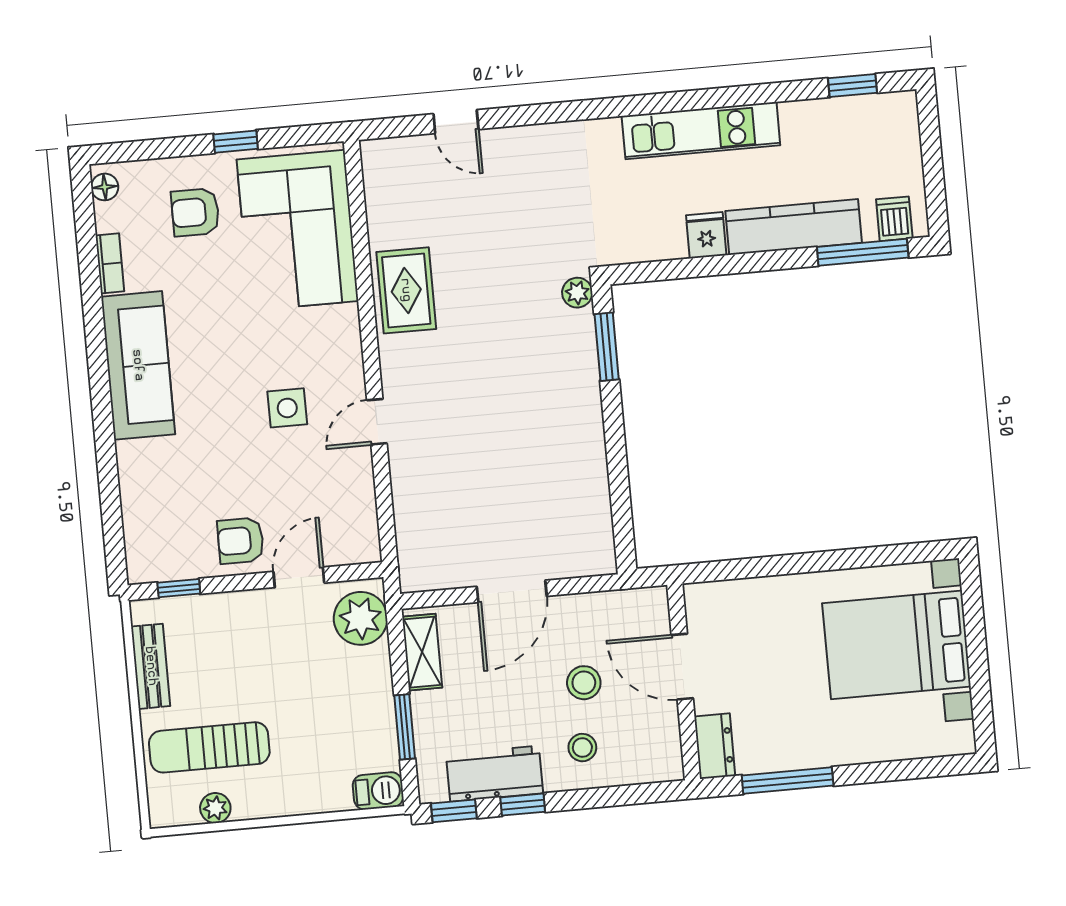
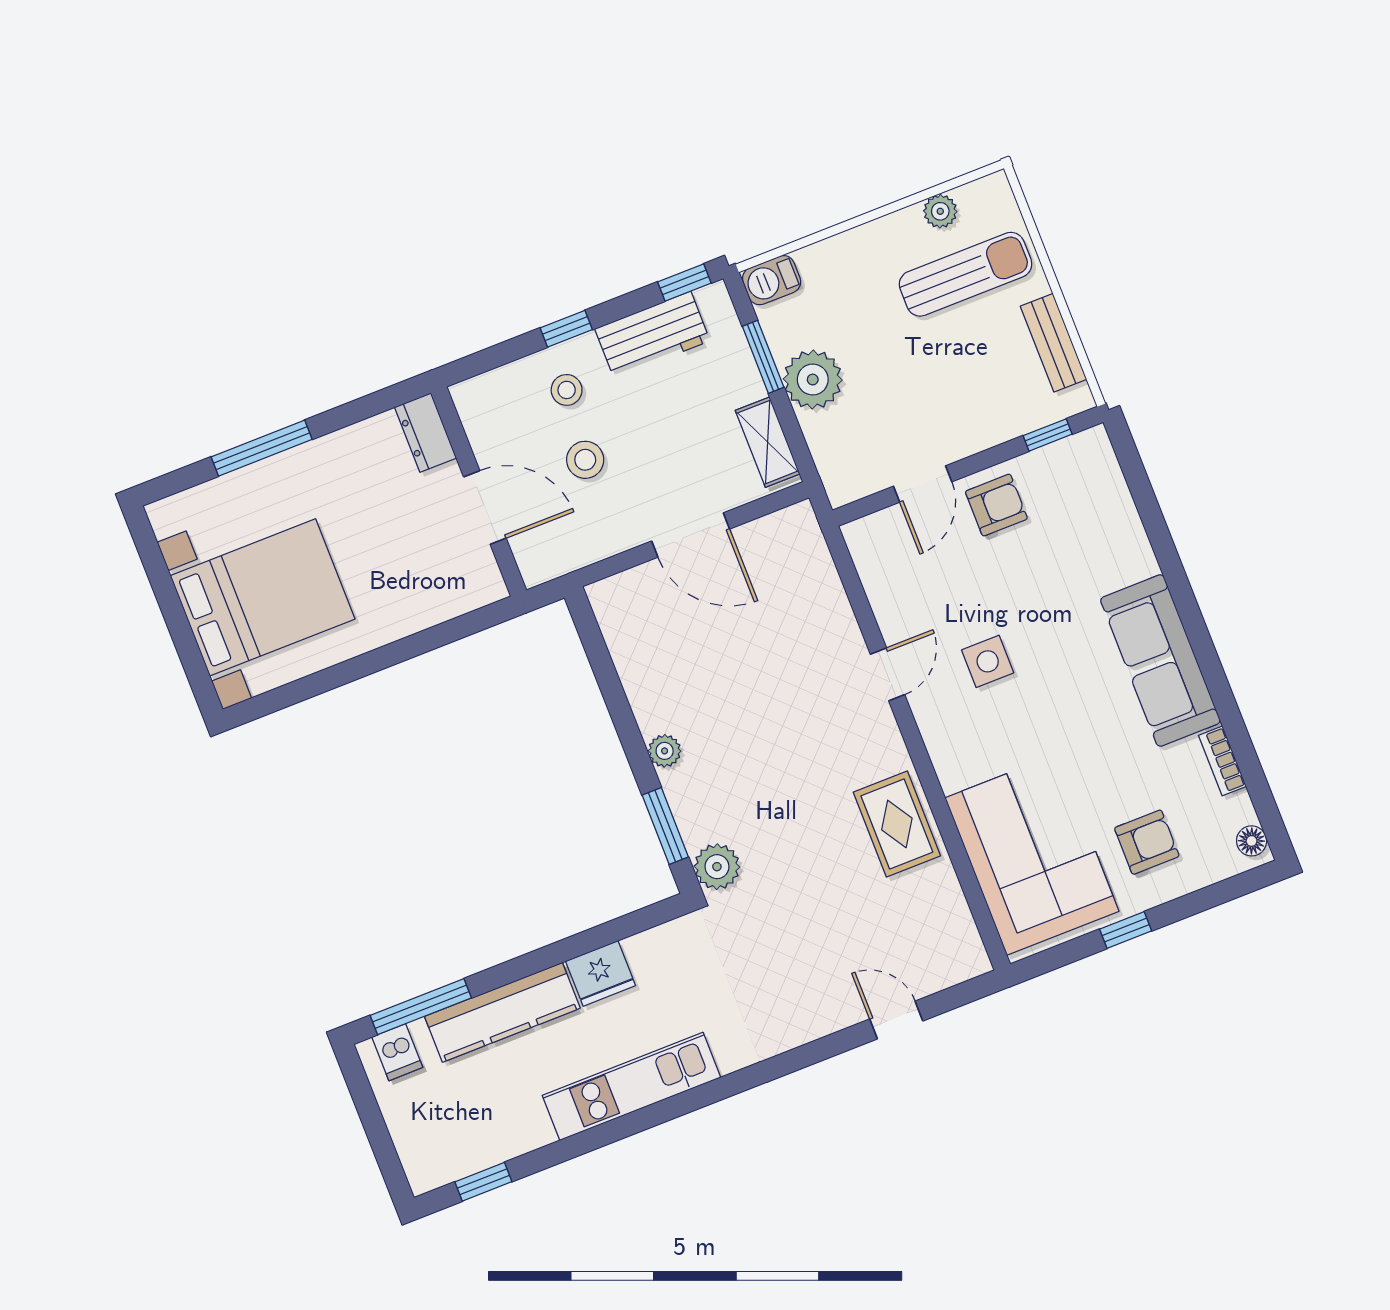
fridge: (706, 235) -> (601, 973), width x1.38
plant: (577, 293) -> (717, 867), width x1.38, depth x1.38
plant: (588, 412) -> (665, 751), added
door: (512, 591) -> (691, 535), swing flipped
plant: (361, 618) -> (813, 380), moved
window: (788, 780) -> (262, 448), moved
window: (523, 805) -> (566, 329), moved

